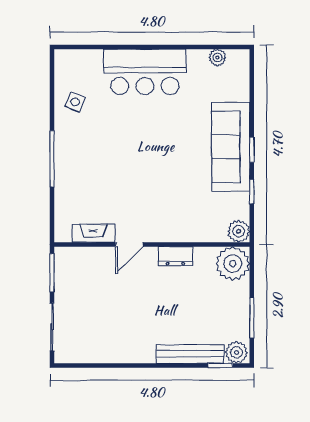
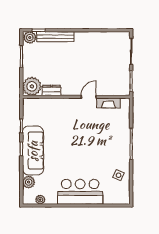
plant: (239, 231) -> (29, 182), moved
dresser: (175, 256) -> (51, 90), moved

